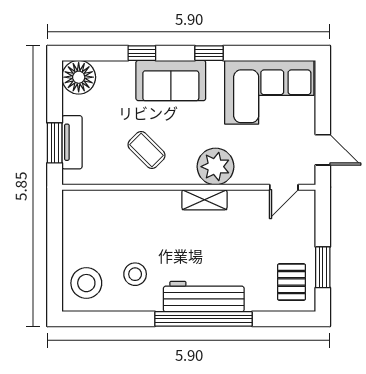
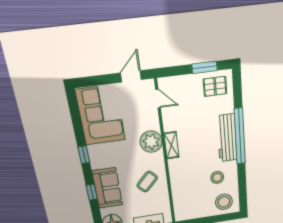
sofa: (171, 80) -> (107, 188), moved

